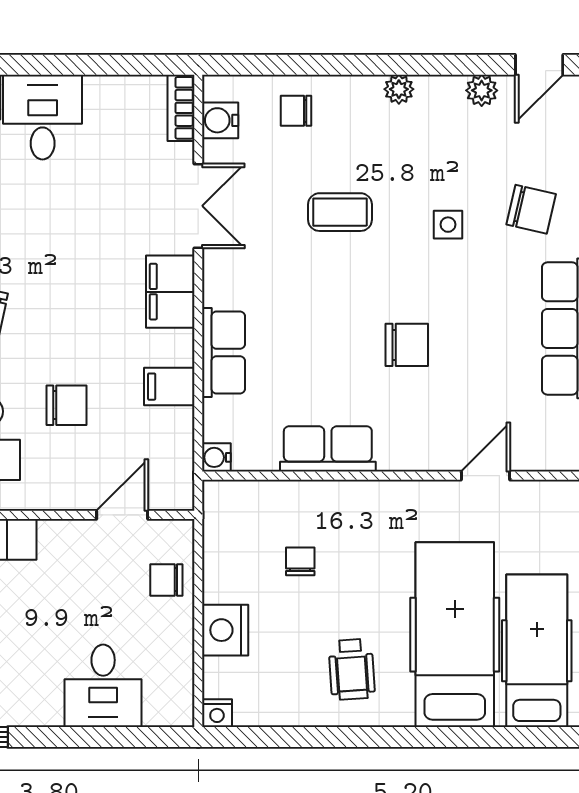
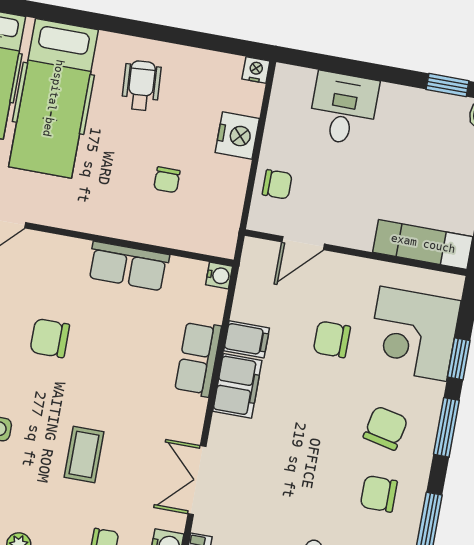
coffee table: (340, 212) -> (84, 455), turned 90
filing cabinet: (170, 292) -> (237, 386), moved

